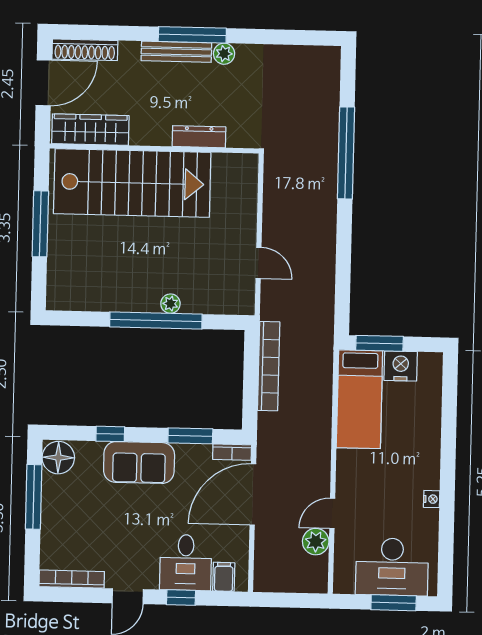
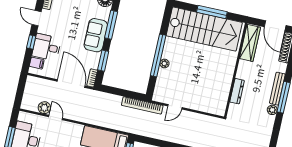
stairs: (132, 183) -> (204, 29), moved, turned -90
bookcase: (269, 366) -> (142, 105), moved
window: (110, 434) -> (111, 25), width x2.17

